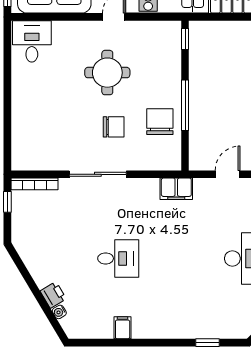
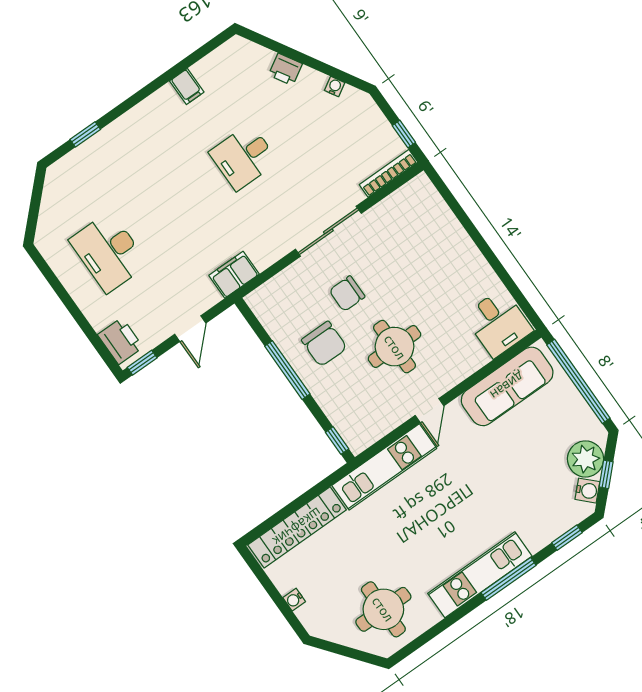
chair: (160, 122) -> (324, 344), moved
water cooler: (59, 312) -> (335, 87), moved

